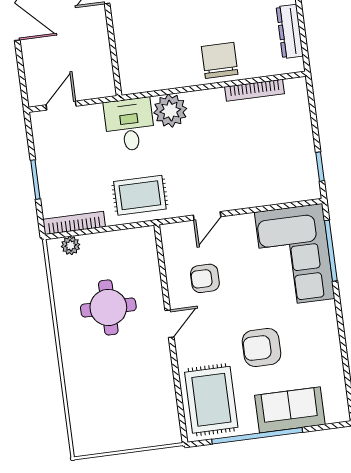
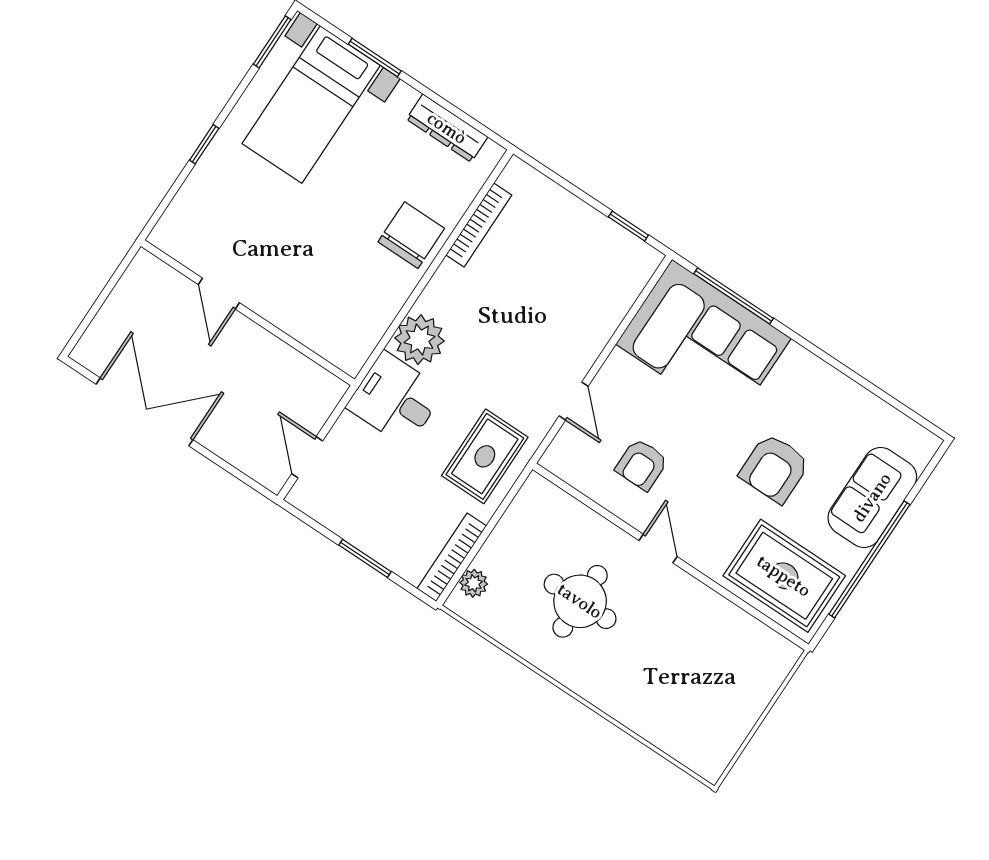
chair: (220, 60) -> (411, 235), turned 90

